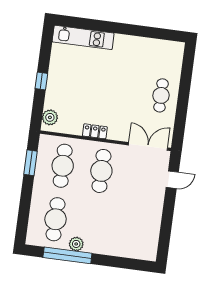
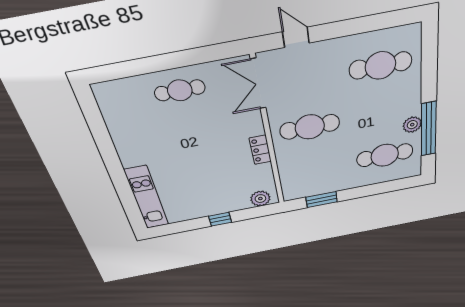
cafe table: (63, 166) -> (380, 66), moved

